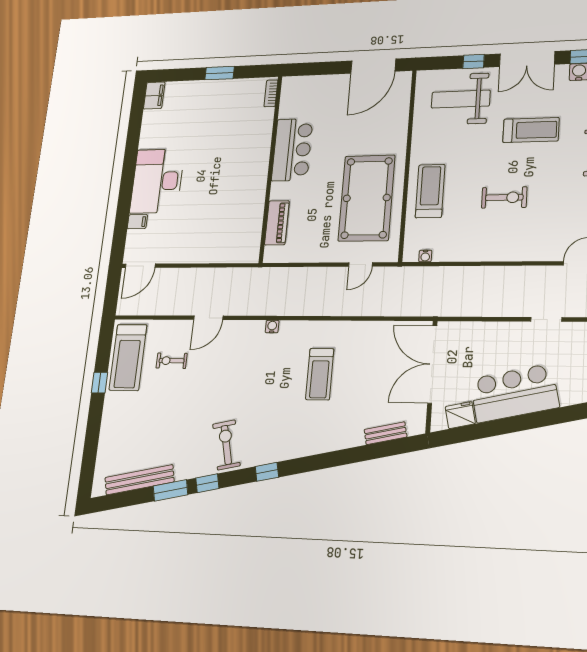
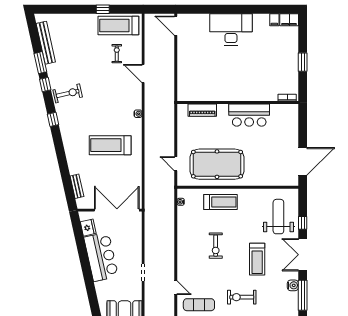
door: (373, 66) -> (303, 161), swing flipped
filing cabinet: (137, 222) -> (274, 20), moved
treadmill: (320, 374) -> (110, 145), width x1.37, depth x1.37

